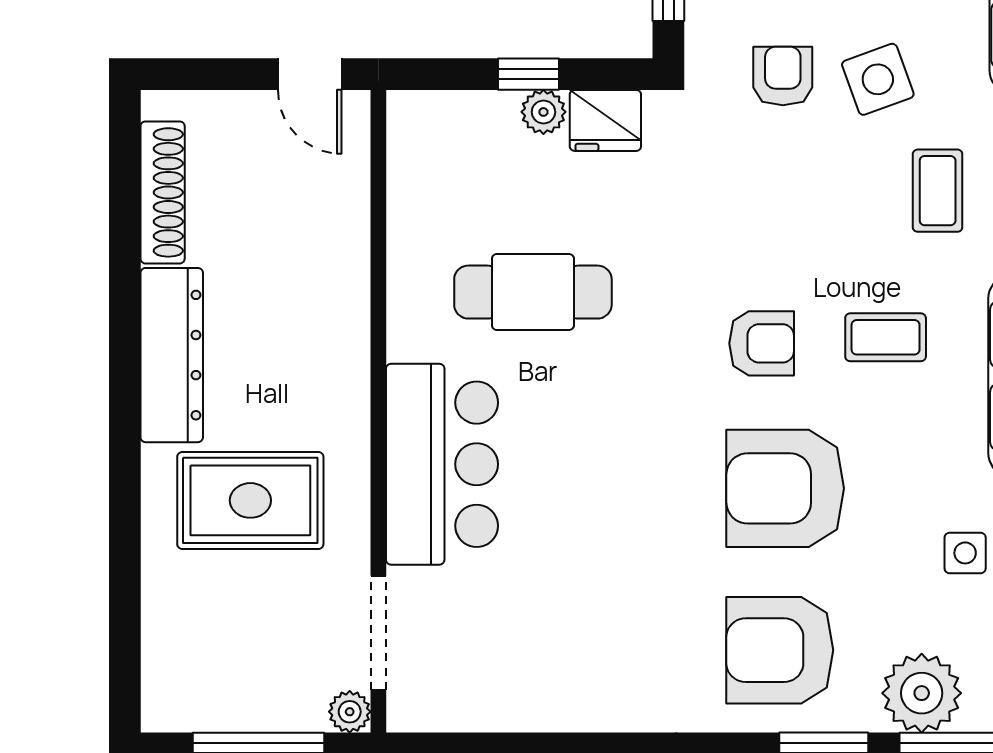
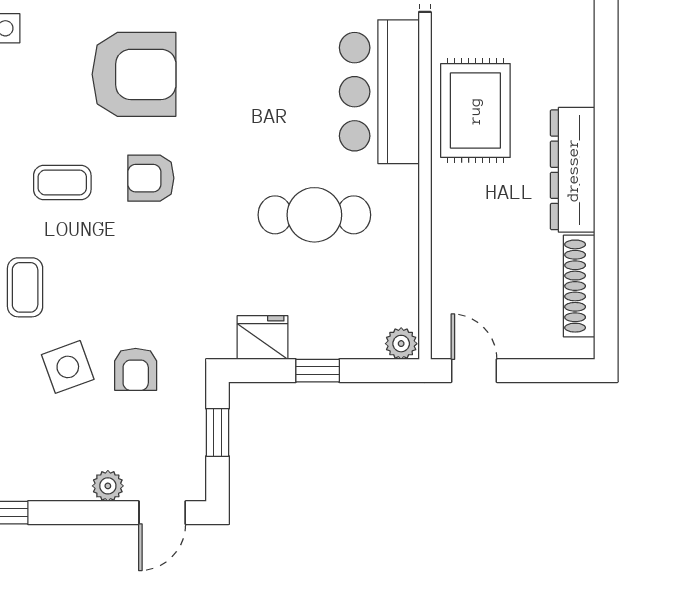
plant: (543, 112) -> (401, 344), moved
rug: (250, 500) -> (475, 111), moved, turned 90

